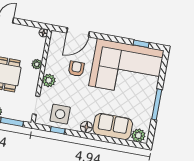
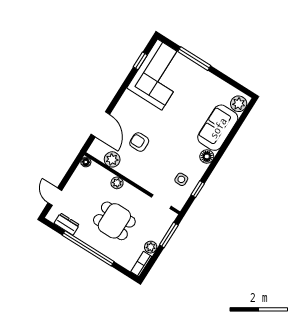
corner sofa: (126, 68) -> (160, 75), width x0.73, depth x0.74
plant: (49, 80) -> (112, 159), moved
window: (157, 104) -> (194, 59), moved
side table: (60, 114) -> (181, 179), width x0.54, depth x0.54

